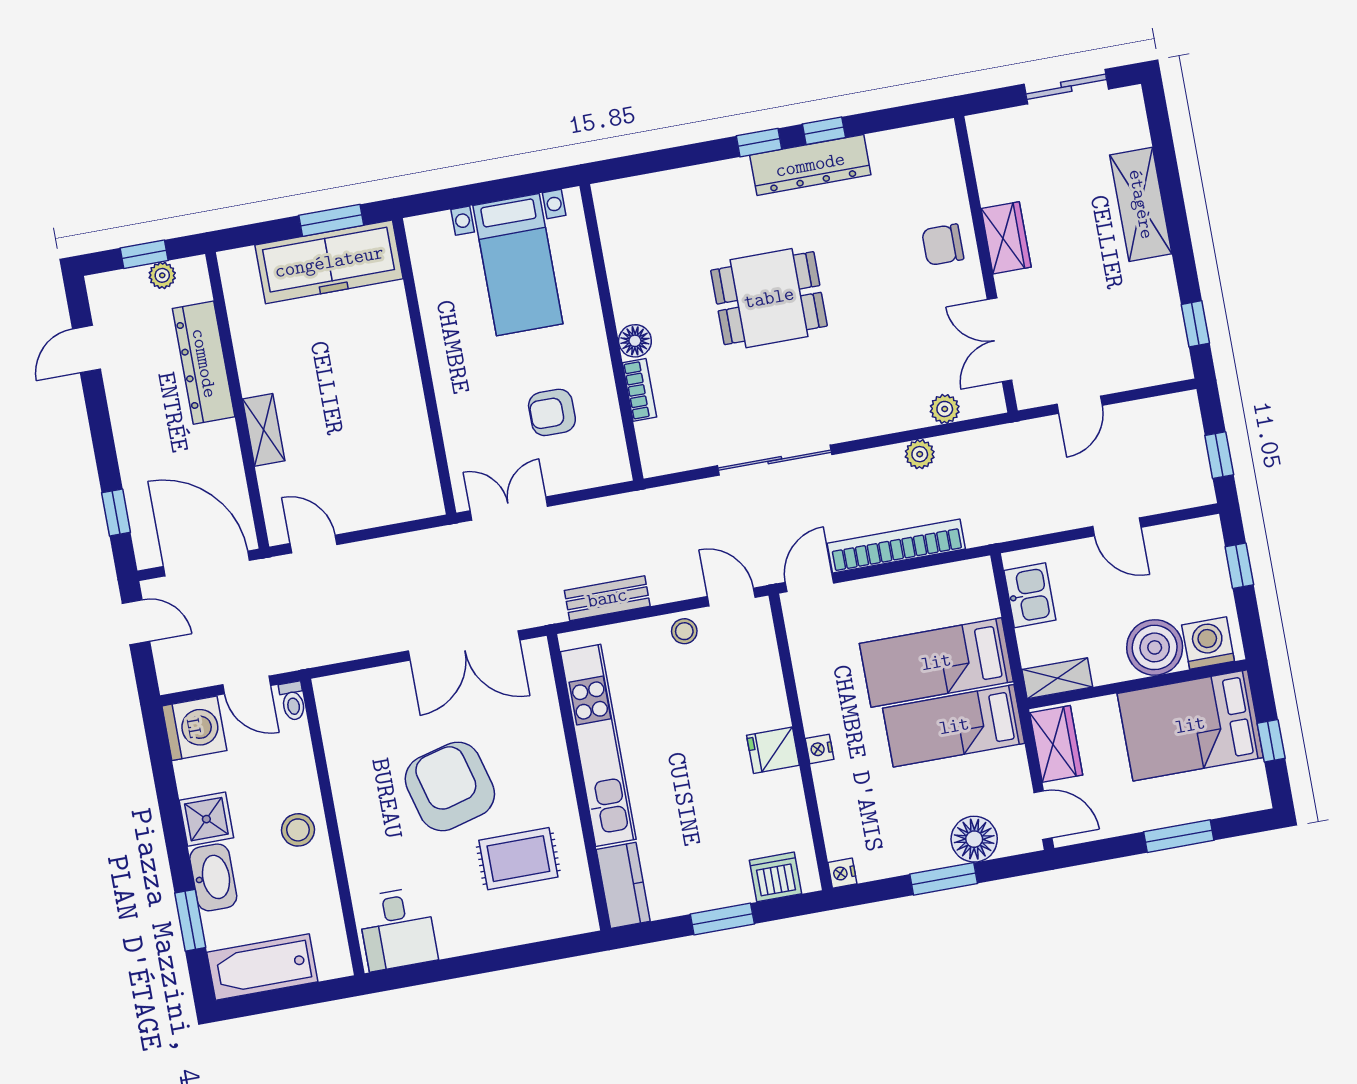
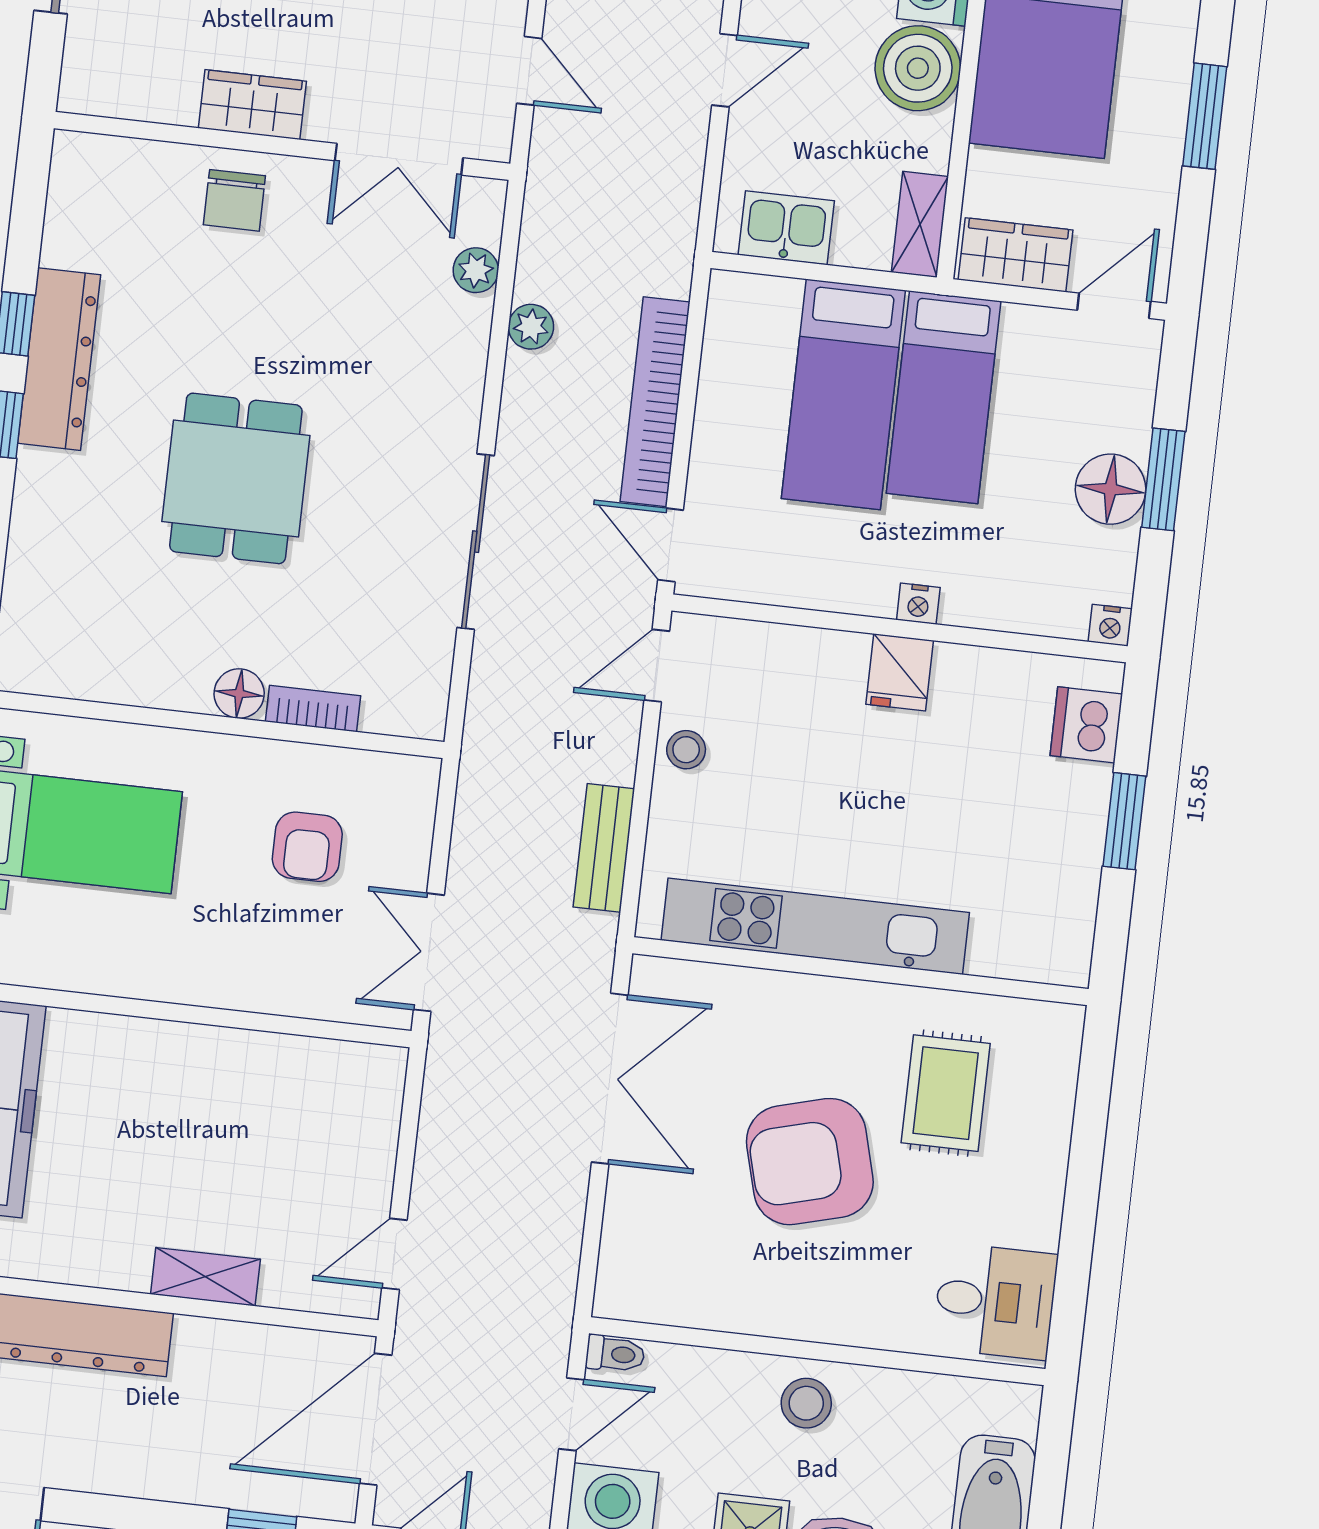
floor lamp: (974, 839) -> (1111, 489), moved
kitchen counter: (623, 885) -> (1031, 951), removed

